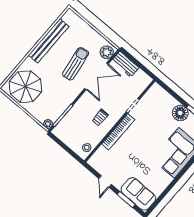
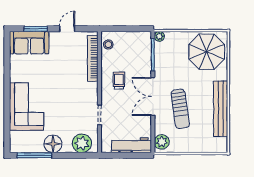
workbench: (125, 64) -> (131, 145), width x1.38
double door: (96, 76) -> (153, 96), moved
plant: (161, 97) -> (82, 143), added
bookcase: (118, 132) -> (93, 58), moved
door: (105, 181) -> (67, 29), hinge flipped

